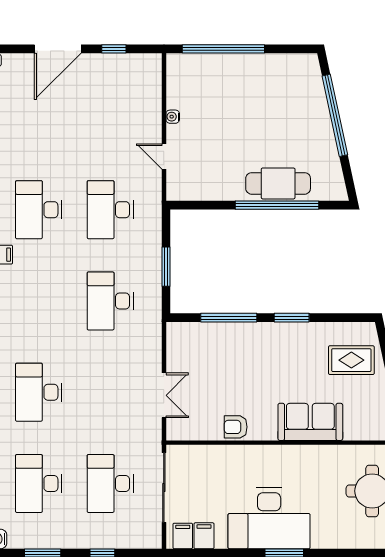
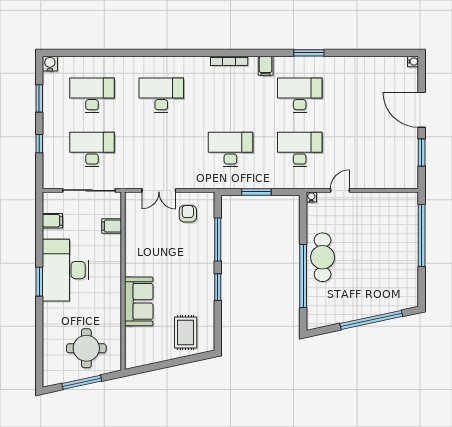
window: (114, 49) -> (422, 152), width x1.50
water cooler: (173, 117) -> (311, 197), moved
cafe table: (278, 183) -> (323, 257), moved
armchair: (236, 427) -> (188, 214), moved
filing cabinet: (183, 536) -> (112, 226), moved, turned 180

